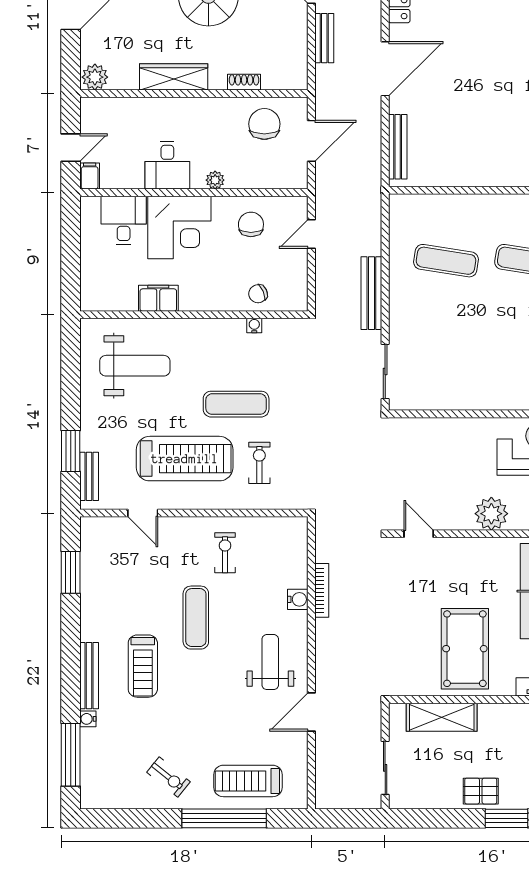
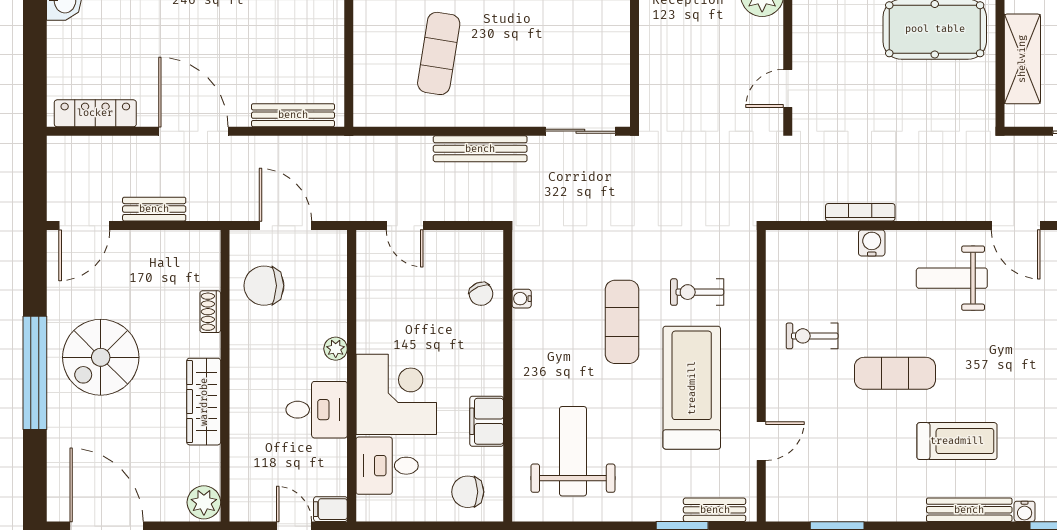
chair: (251, 224) -> (468, 492), moved

